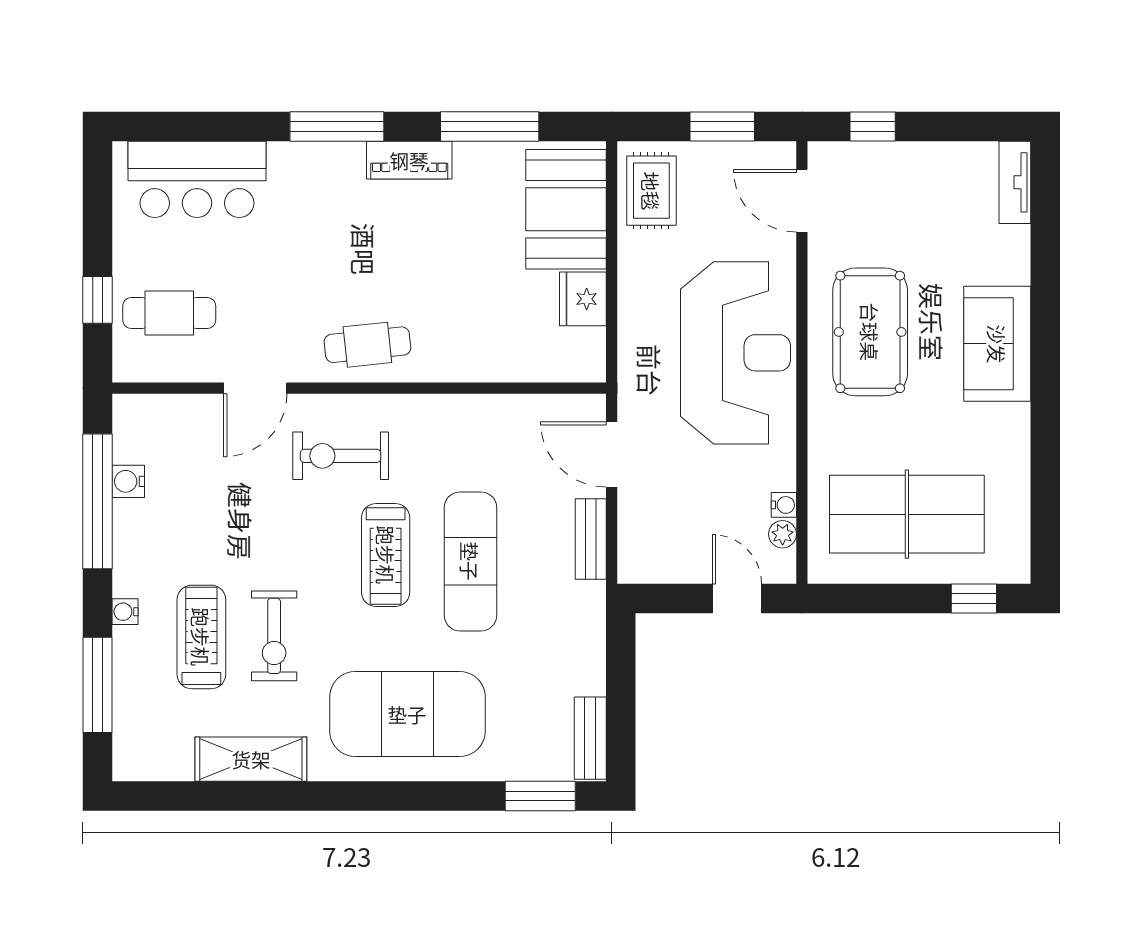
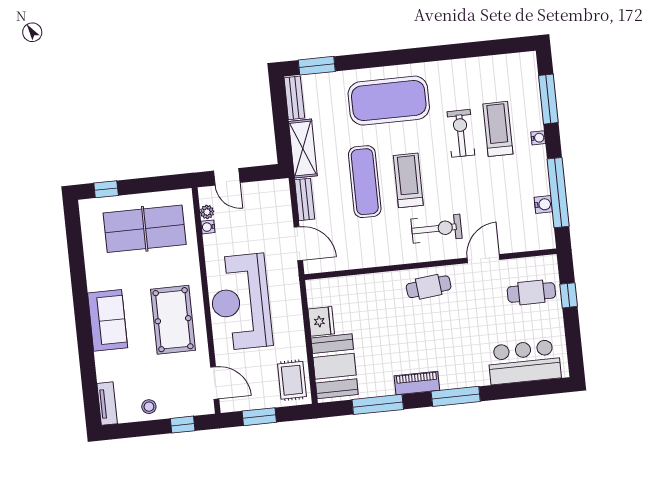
stool: (934, 168) -> (149, 407), added
treadmill: (201, 637) -> (498, 129), turned 180
shelving: (251, 759) -> (303, 149), moved, turned 90

